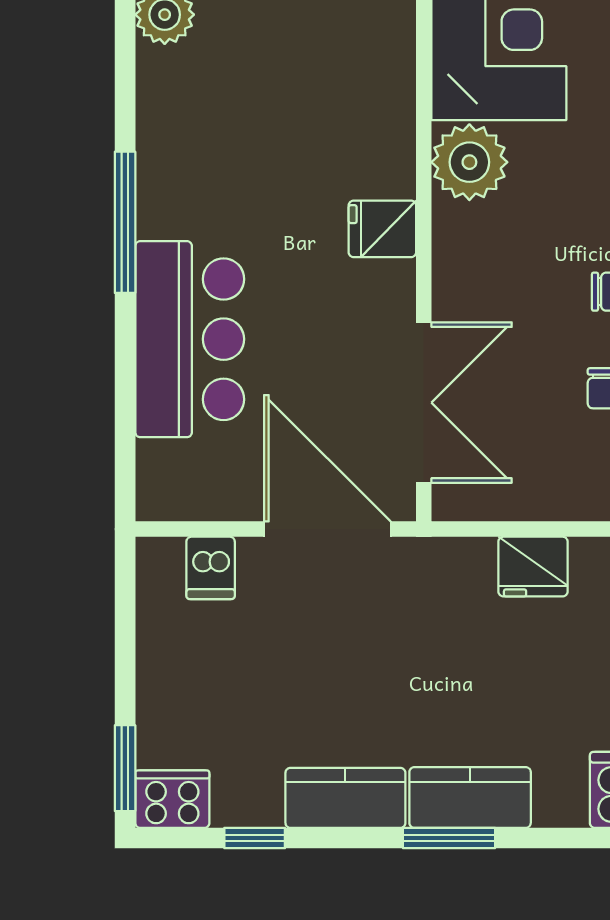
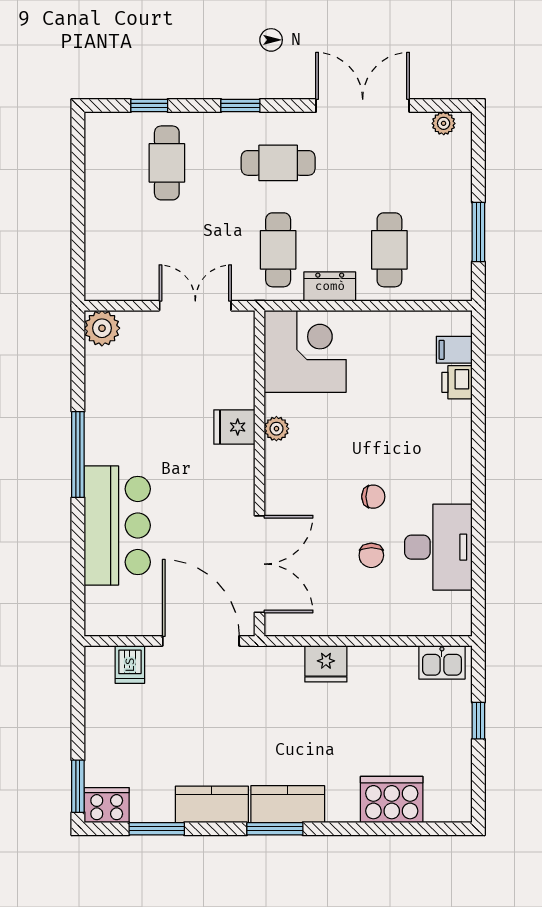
plant: (469, 162) -> (276, 429), width x0.53, depth x0.53
fridge: (382, 229) -> (234, 427), moved
window: (255, 838) -> (157, 829), width x1.50

